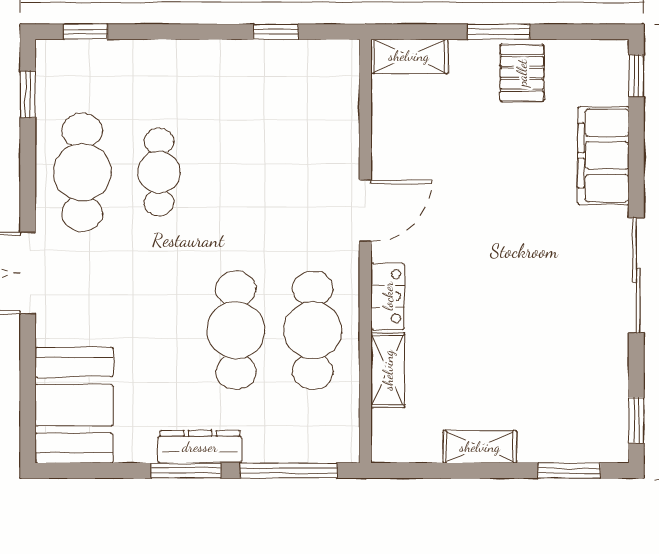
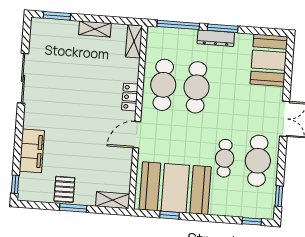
booth: (267, 95) -> (175, 188), added
sliding door: (636, 275) -> (23, 78), moved
shelving: (388, 370) -> (134, 41), moved
window: (636, 420) -> (26, 35), removed

